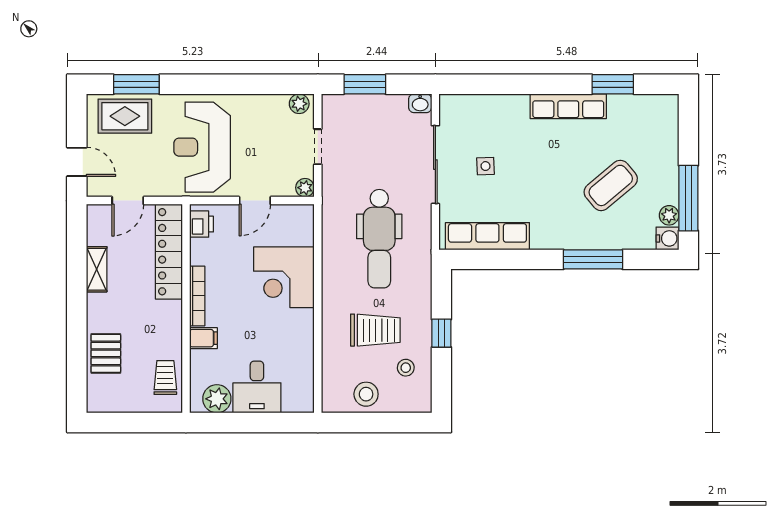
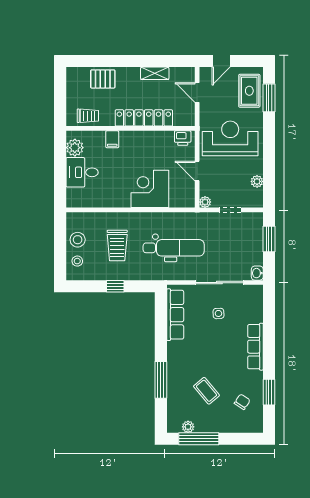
plant: (299, 104) -> (257, 181), moved
row of seats: (568, 106) -> (255, 347), moved
chair: (629, 128) -> (242, 402), added
coffee table: (611, 185) -> (206, 391), width x0.73, depth x0.77
water cooler: (667, 238) -> (174, 426), removed
dental chair: (379, 239) -> (174, 248), turned 180
locker: (169, 252) -> (144, 118), moved
bookcase: (197, 296) -> (138, 135), removed
stool: (406, 368) -> (77, 261), moved

